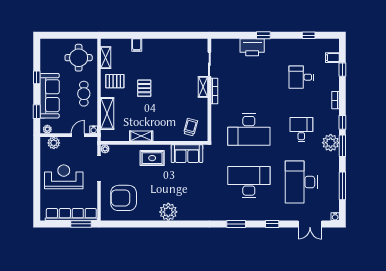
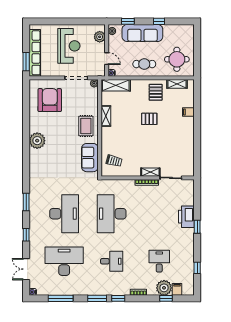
shelving: (107, 113) -> (116, 85), moved
plant: (331, 143) -> (164, 288), moved

